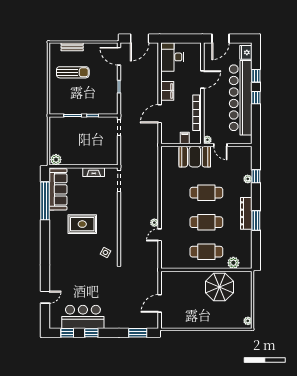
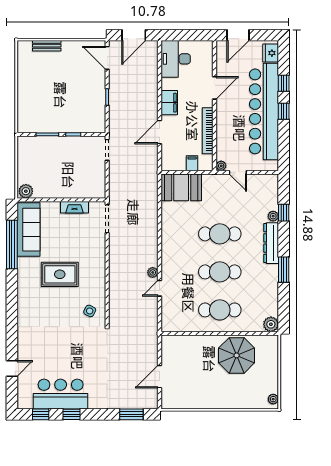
sun lounger: (73, 72) -> (48, 79), removed
booth: (195, 157) -> (181, 187), moved
dresser: (246, 213) -> (271, 243), moved
plant: (233, 263) -> (271, 324), moved

